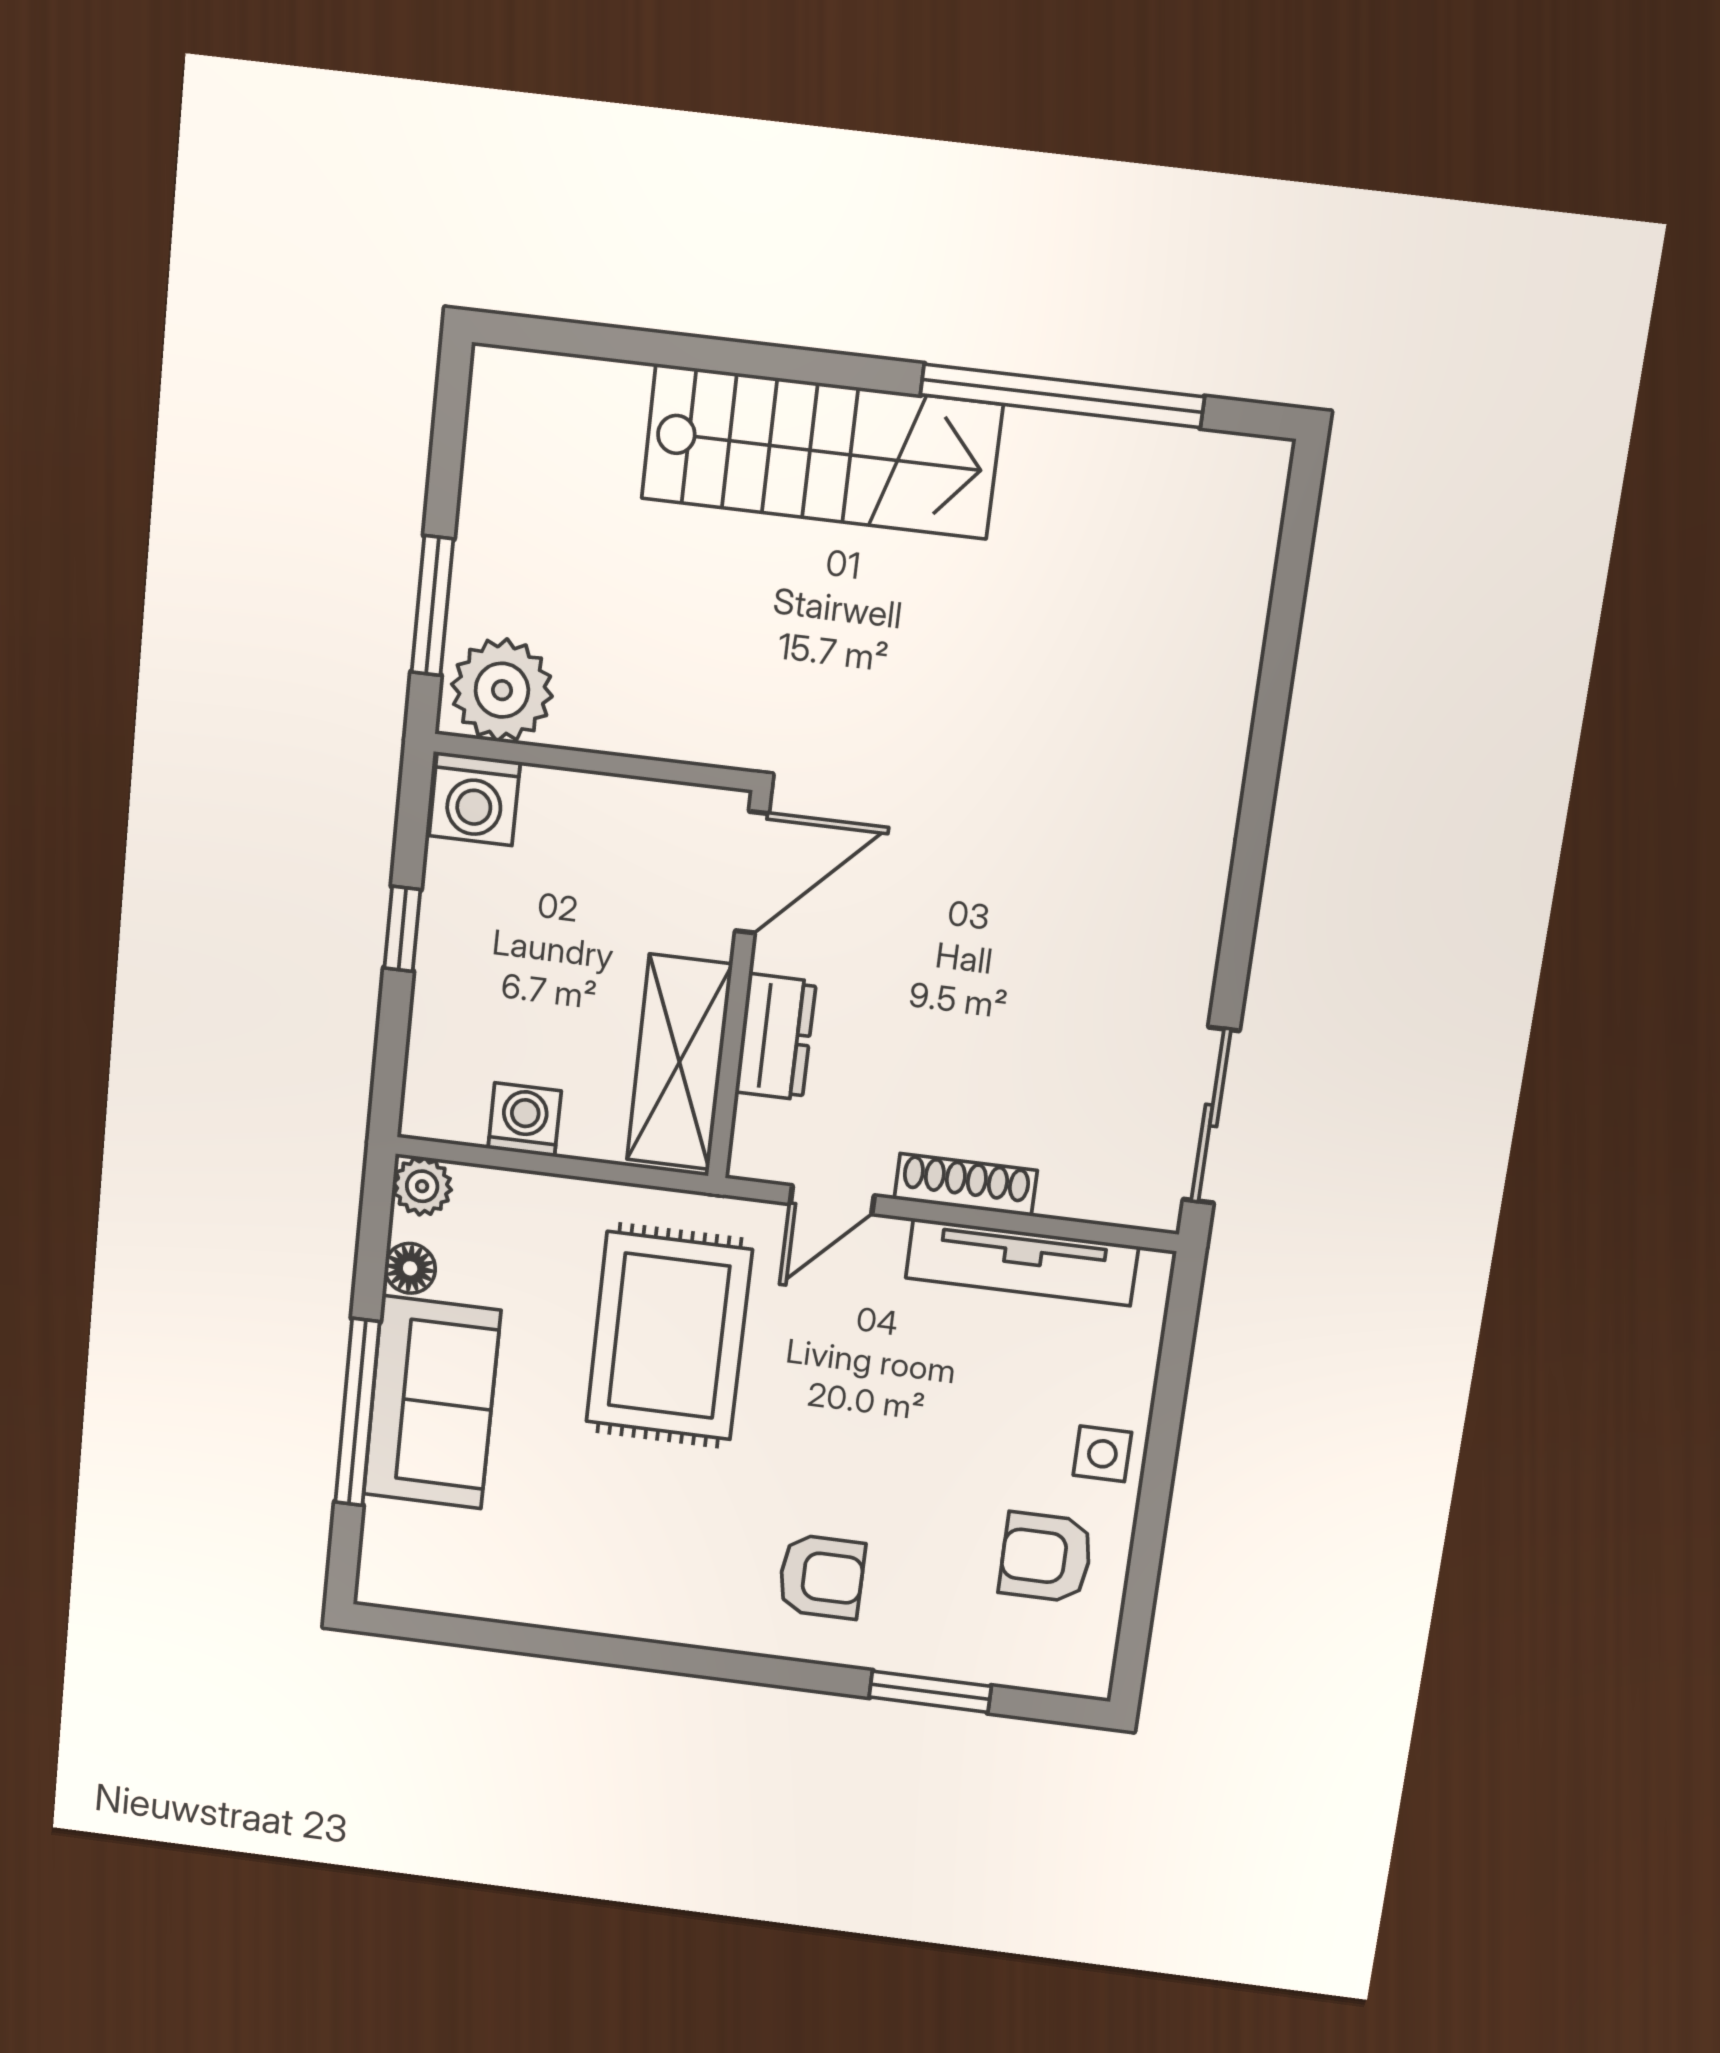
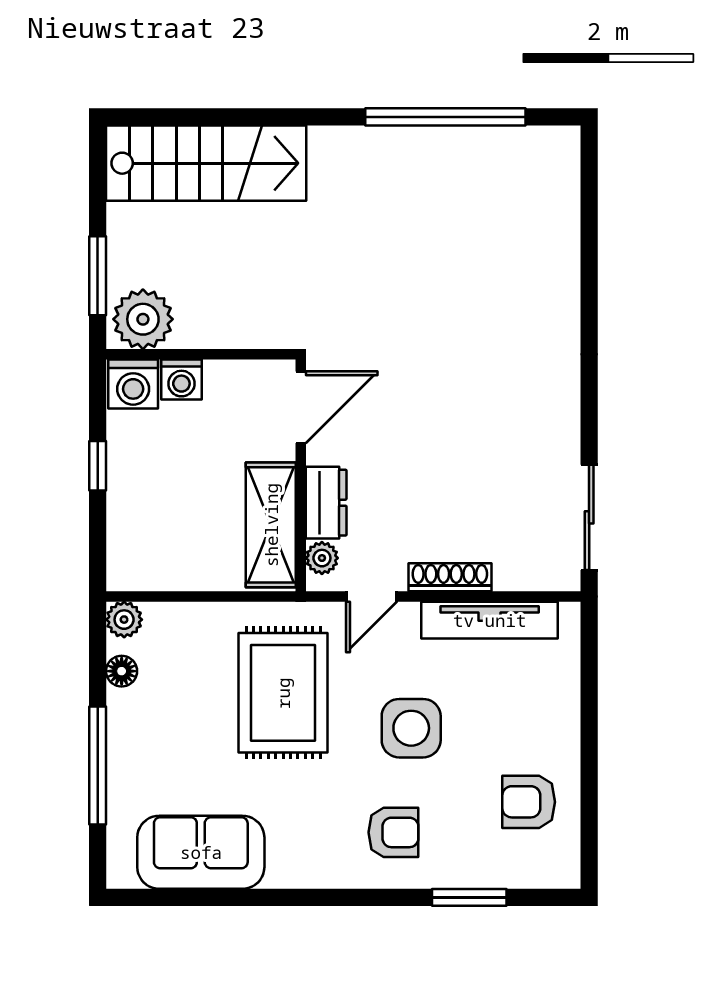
stairs: (821, 452) -> (206, 163), moved
washing machine: (525, 1120) -> (181, 379), moved, turned 180
plant: (758, 1127) -> (322, 558), added
sofa: (432, 1403) -> (201, 852), moved, turned -90
side table: (1102, 1454) -> (411, 728), moved, width x1.87, depth x1.87

